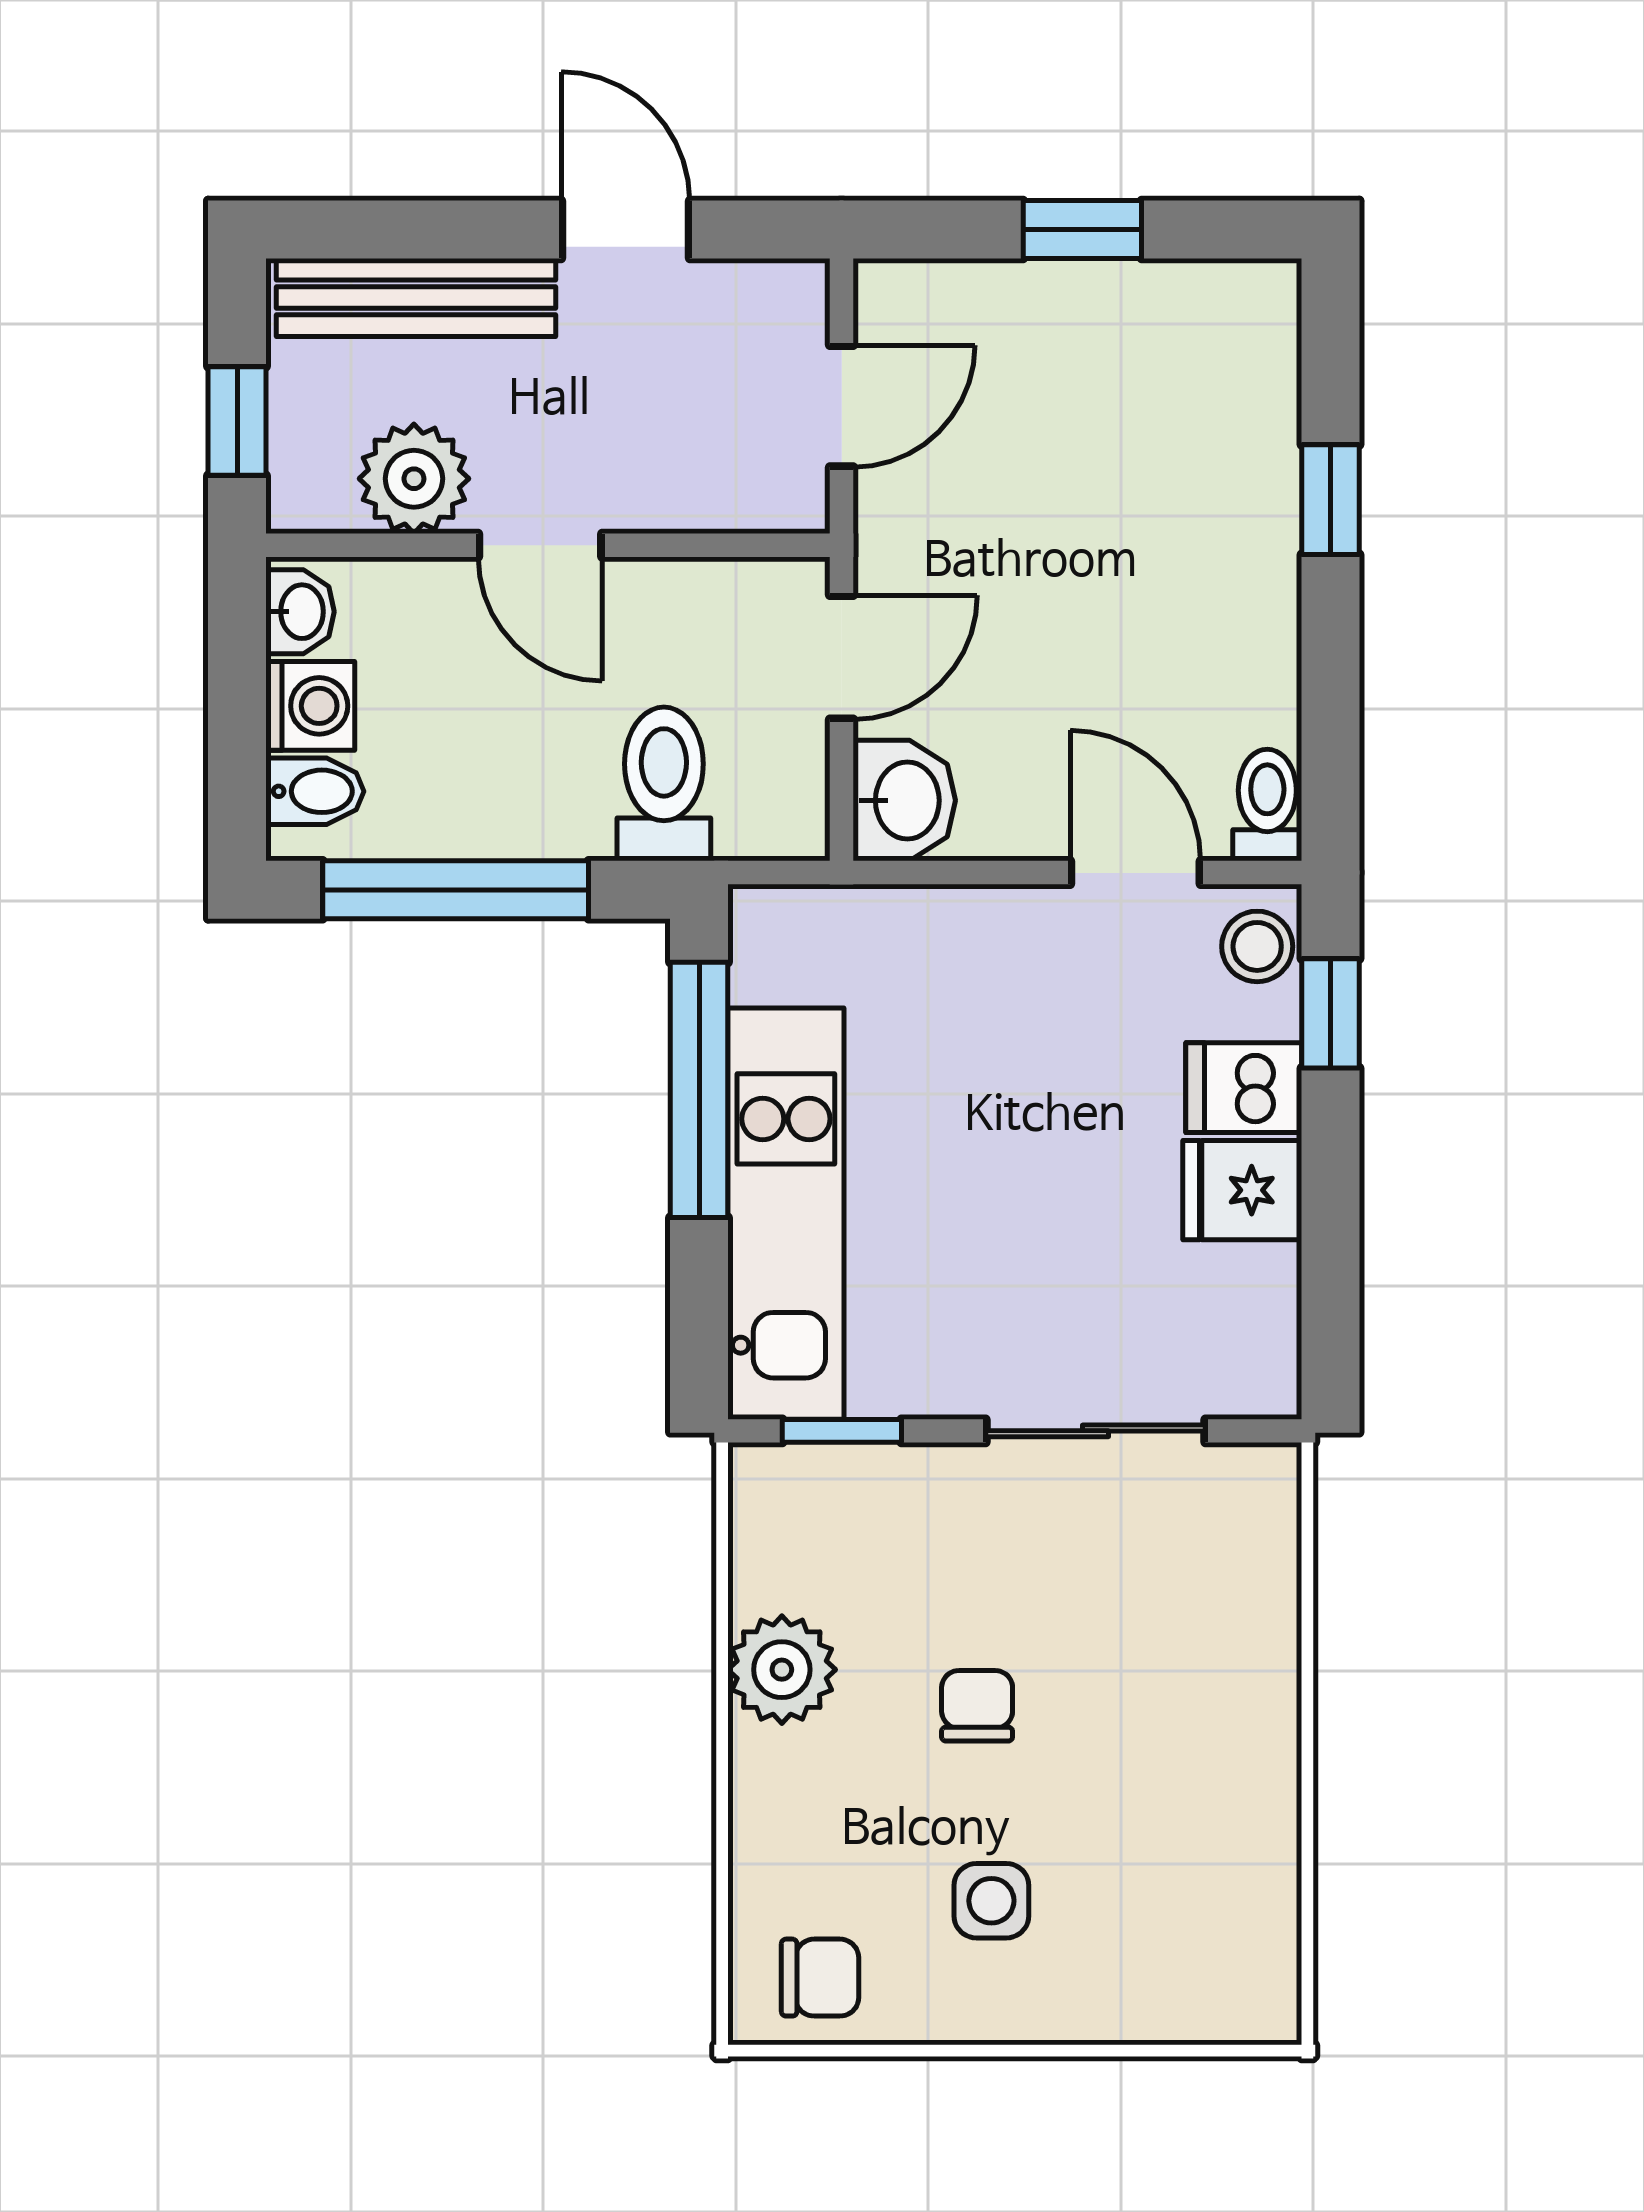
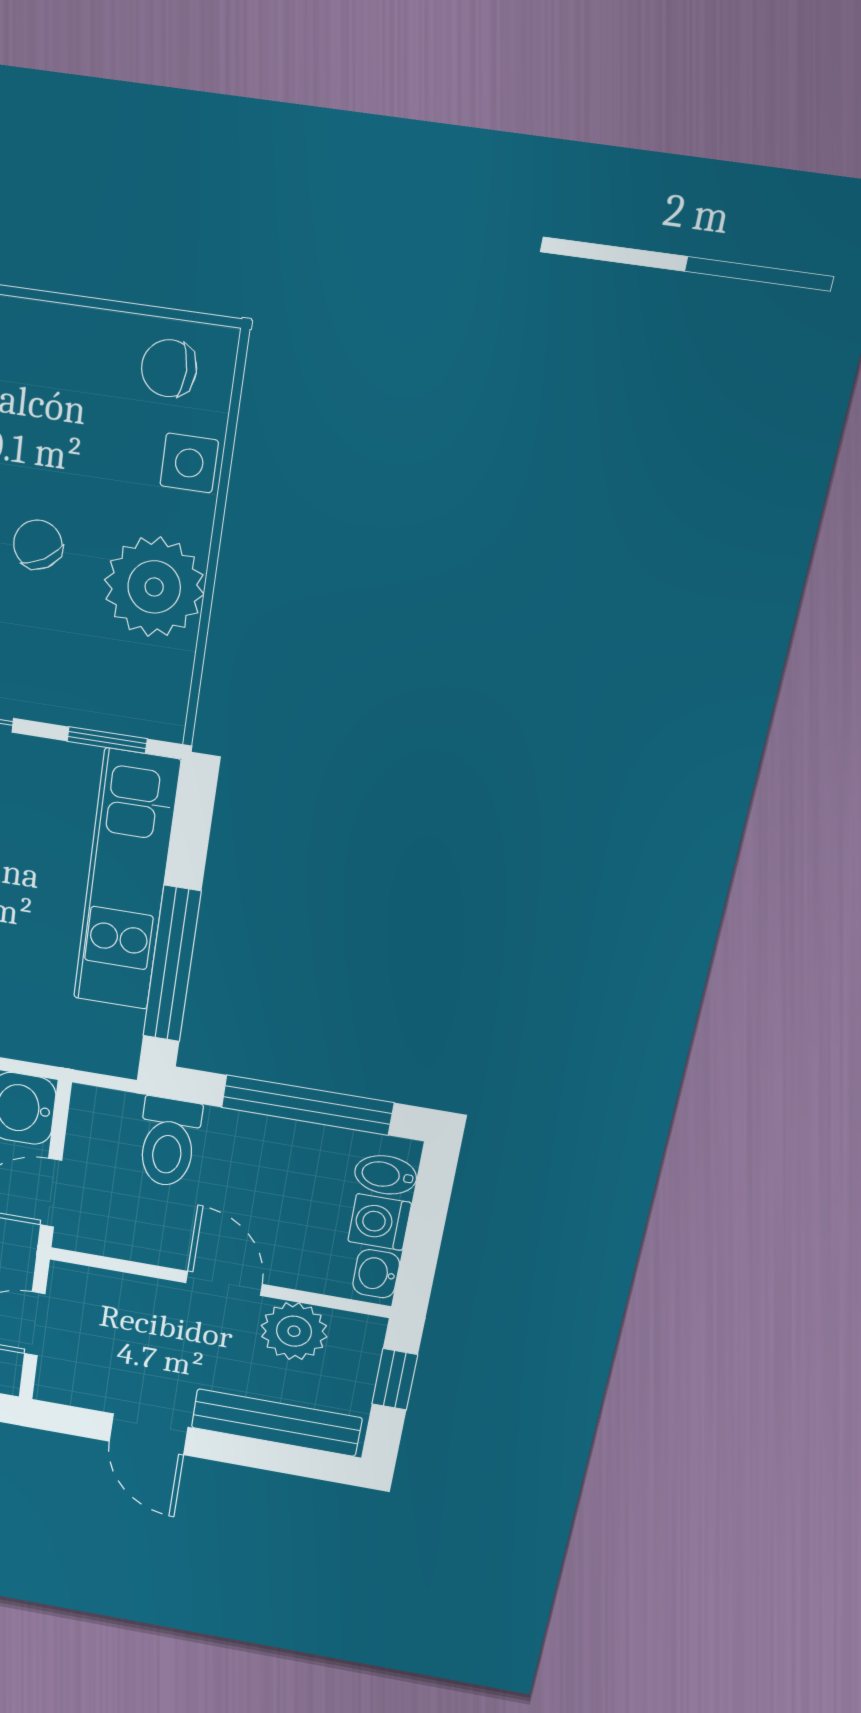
plant: (782, 1670) -> (154, 587), width x1.36, depth x1.36
chair: (977, 1706) -> (38, 545), turned 149
side table: (991, 1901) -> (189, 463), moved

